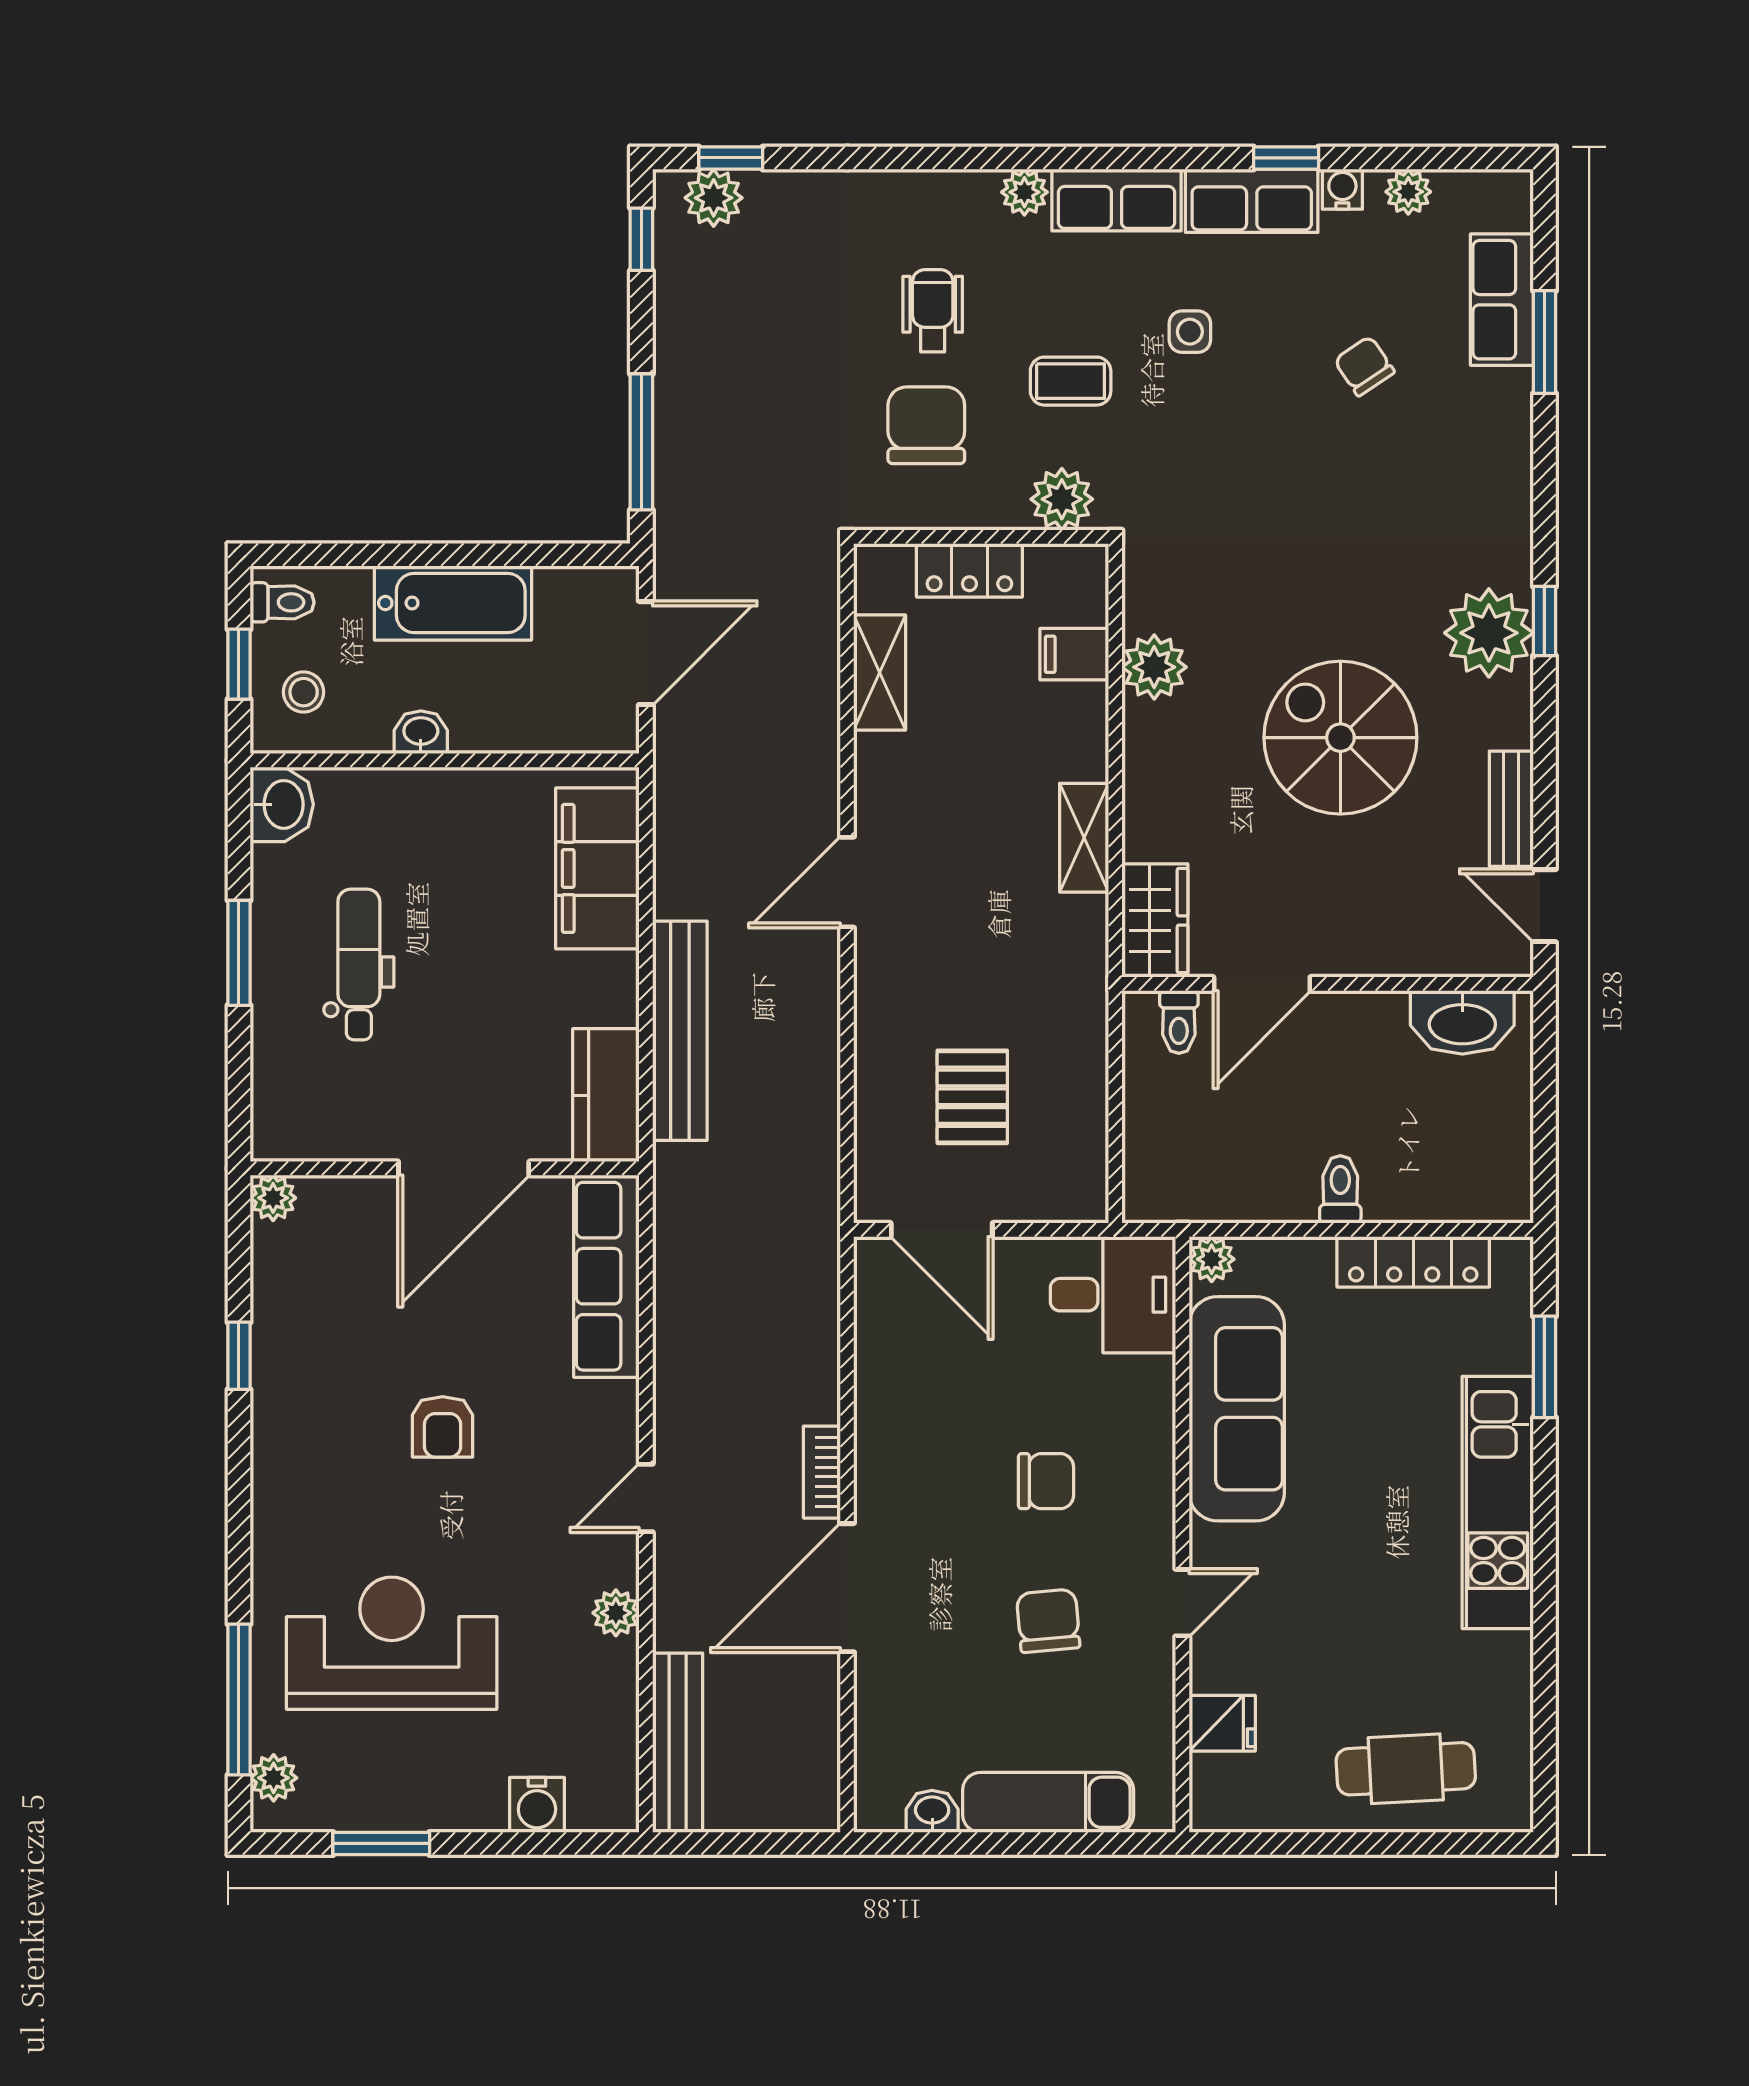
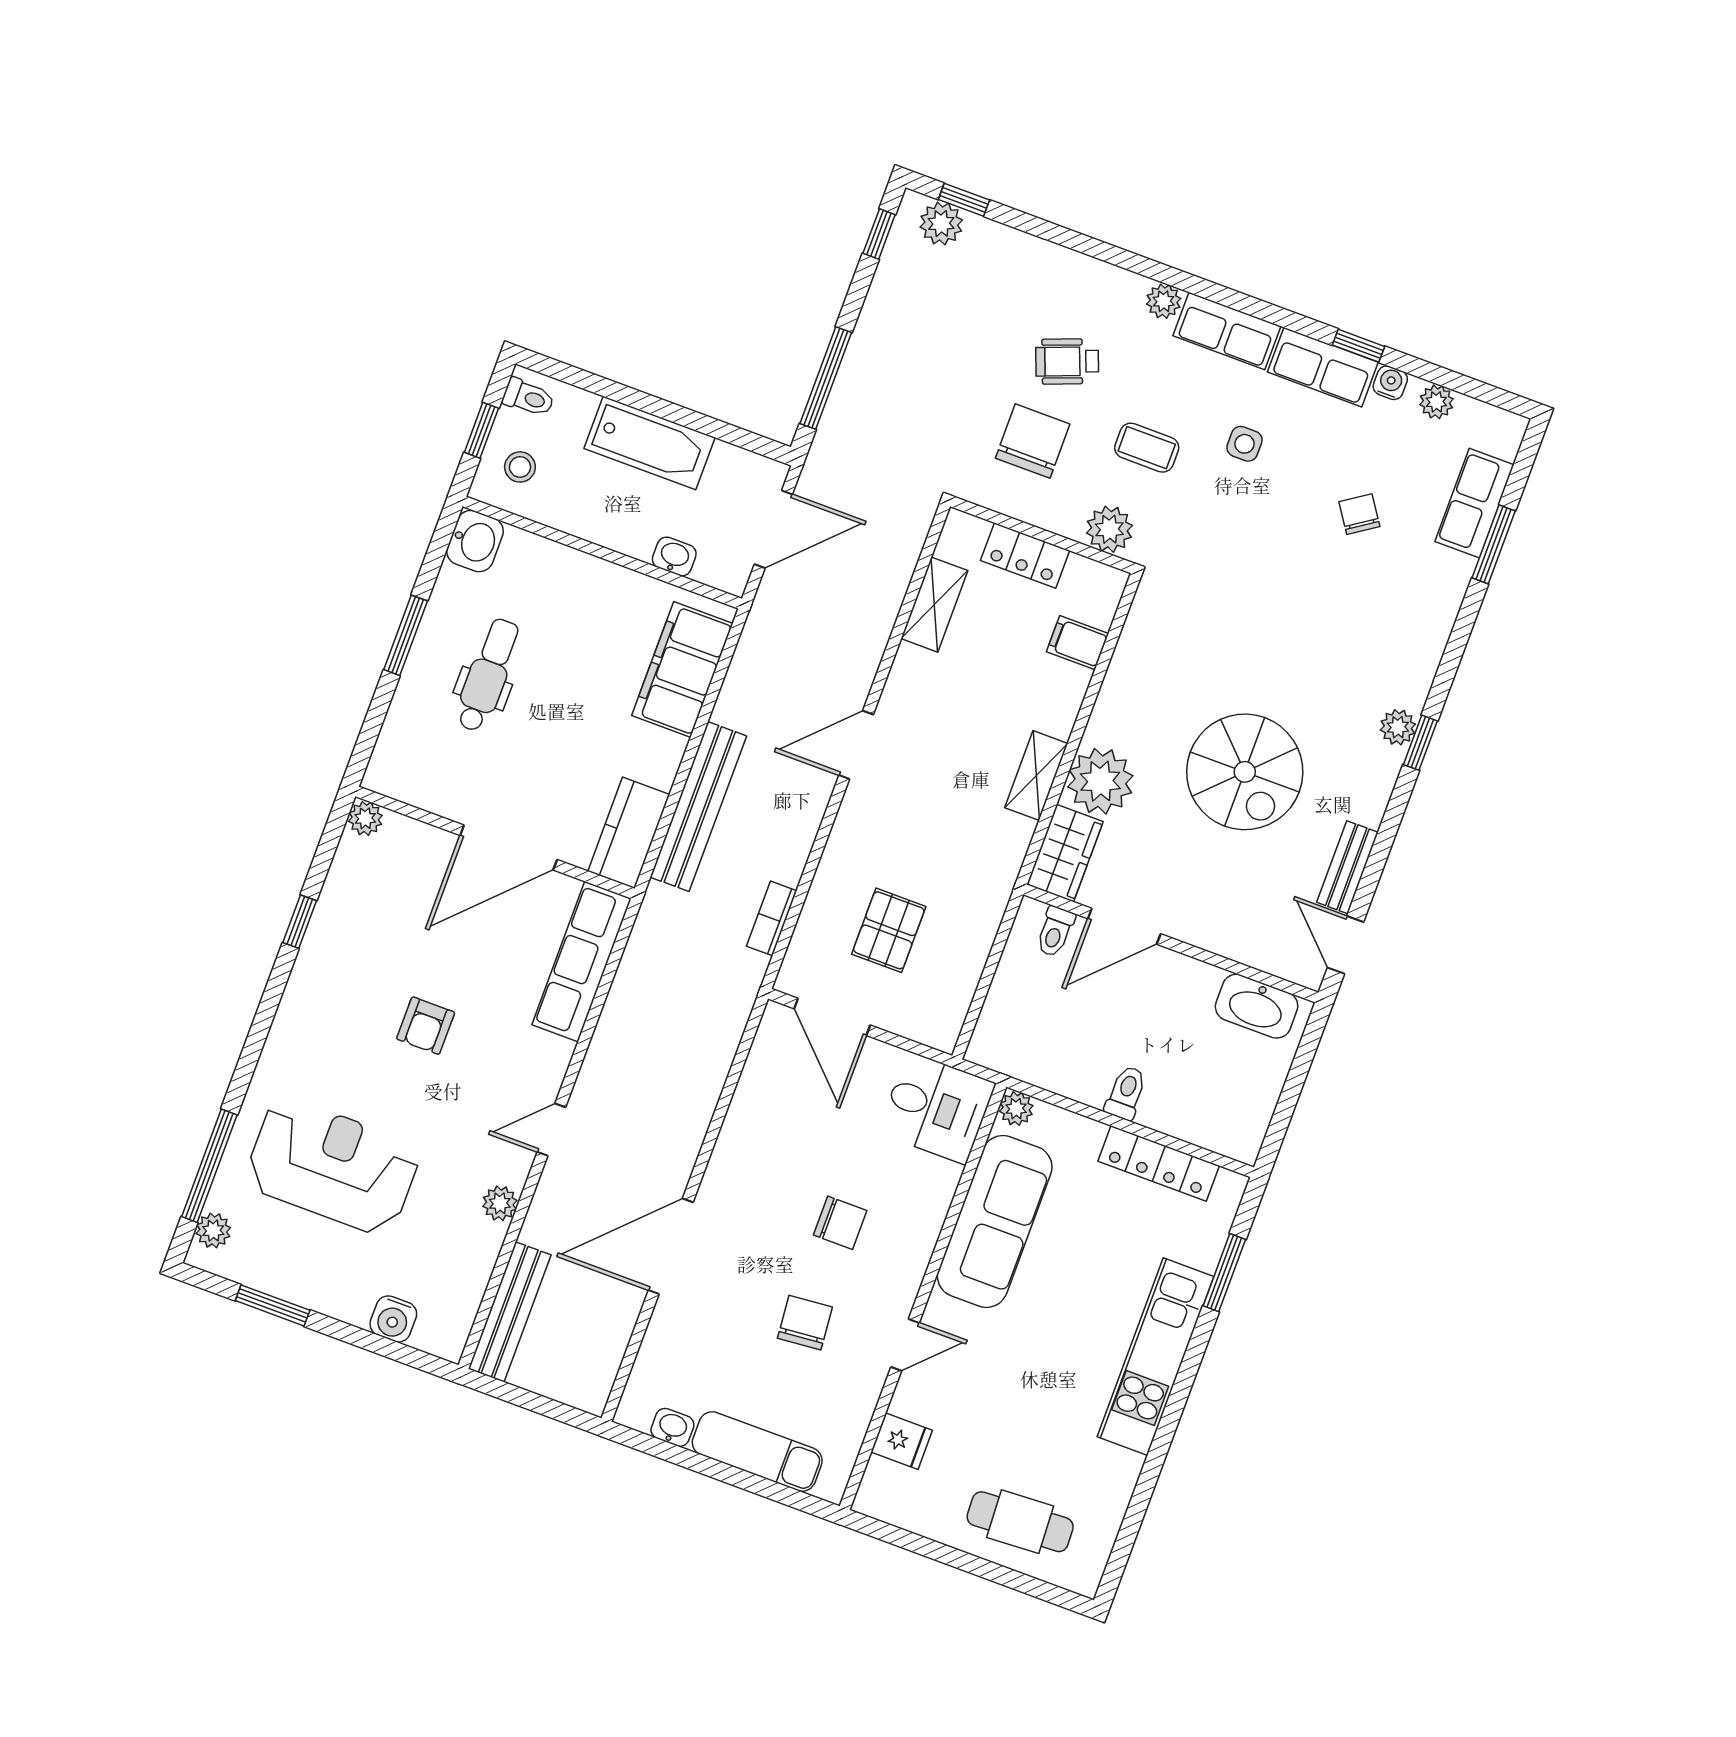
wheelchair: (933, 311) -> (1067, 361), turned -111
plant: (1489, 633) -> (1398, 727), width x0.53, depth x0.53
plant: (1154, 667) -> (1100, 781), moved, width x1.36, depth x1.36
washbasin: (421, 732) -> (674, 556), moved
spiral stairs: (1340, 738) -> (1245, 772), turned 180
bookcase: (822, 1472) -> (772, 918), moved

